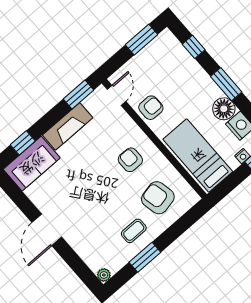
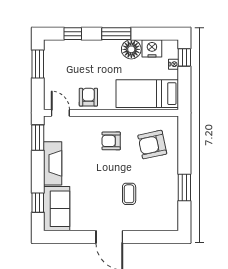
coffee table: (134, 231) -> (129, 194), moved
plant: (104, 275) -> (172, 225), removed

